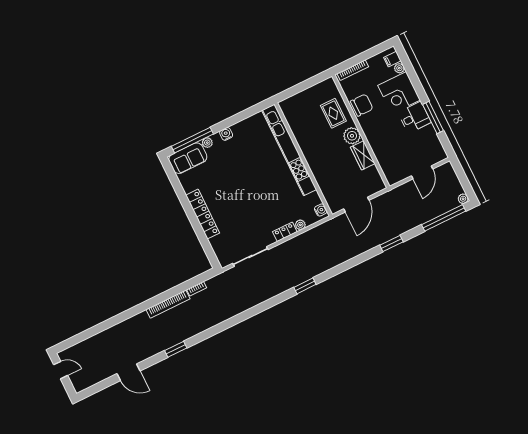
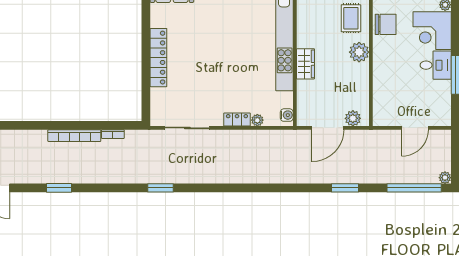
wardrobe: (363, 155) -> (305, 64), moved, turned 180
plant: (372, 188) -> (353, 118), added
window: (305, 286) -> (160, 188), moved

